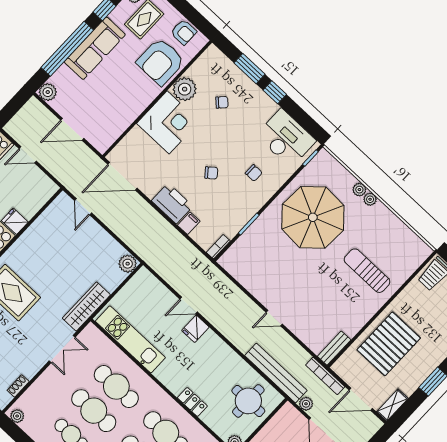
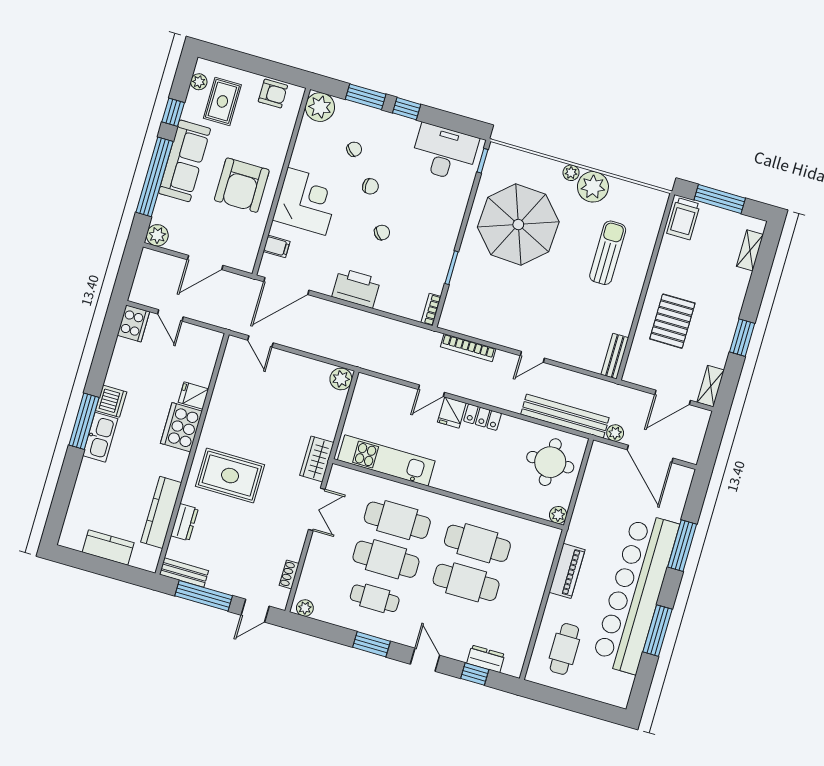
armchair: (161, 62) -> (242, 185), moved
plant: (185, 89) -> (320, 107), moved
door: (28, 155) -> (170, 315), hinge flipped
chair: (254, 173) -> (370, 186), moved
plant: (359, 190) -> (593, 187), moved, width x1.88, depth x1.88
filing cabinet: (189, 223) -> (277, 246), moved, turned 90
sun lounger: (367, 271) -> (608, 253), turned 90
wardrobe: (86, 306) -> (317, 459), width x0.67
pallet: (389, 344) -> (672, 321), width x0.73, depth x0.71
bookcase: (325, 376) -> (468, 348), moved
locker: (192, 402) -> (483, 417), moved, turned 180

